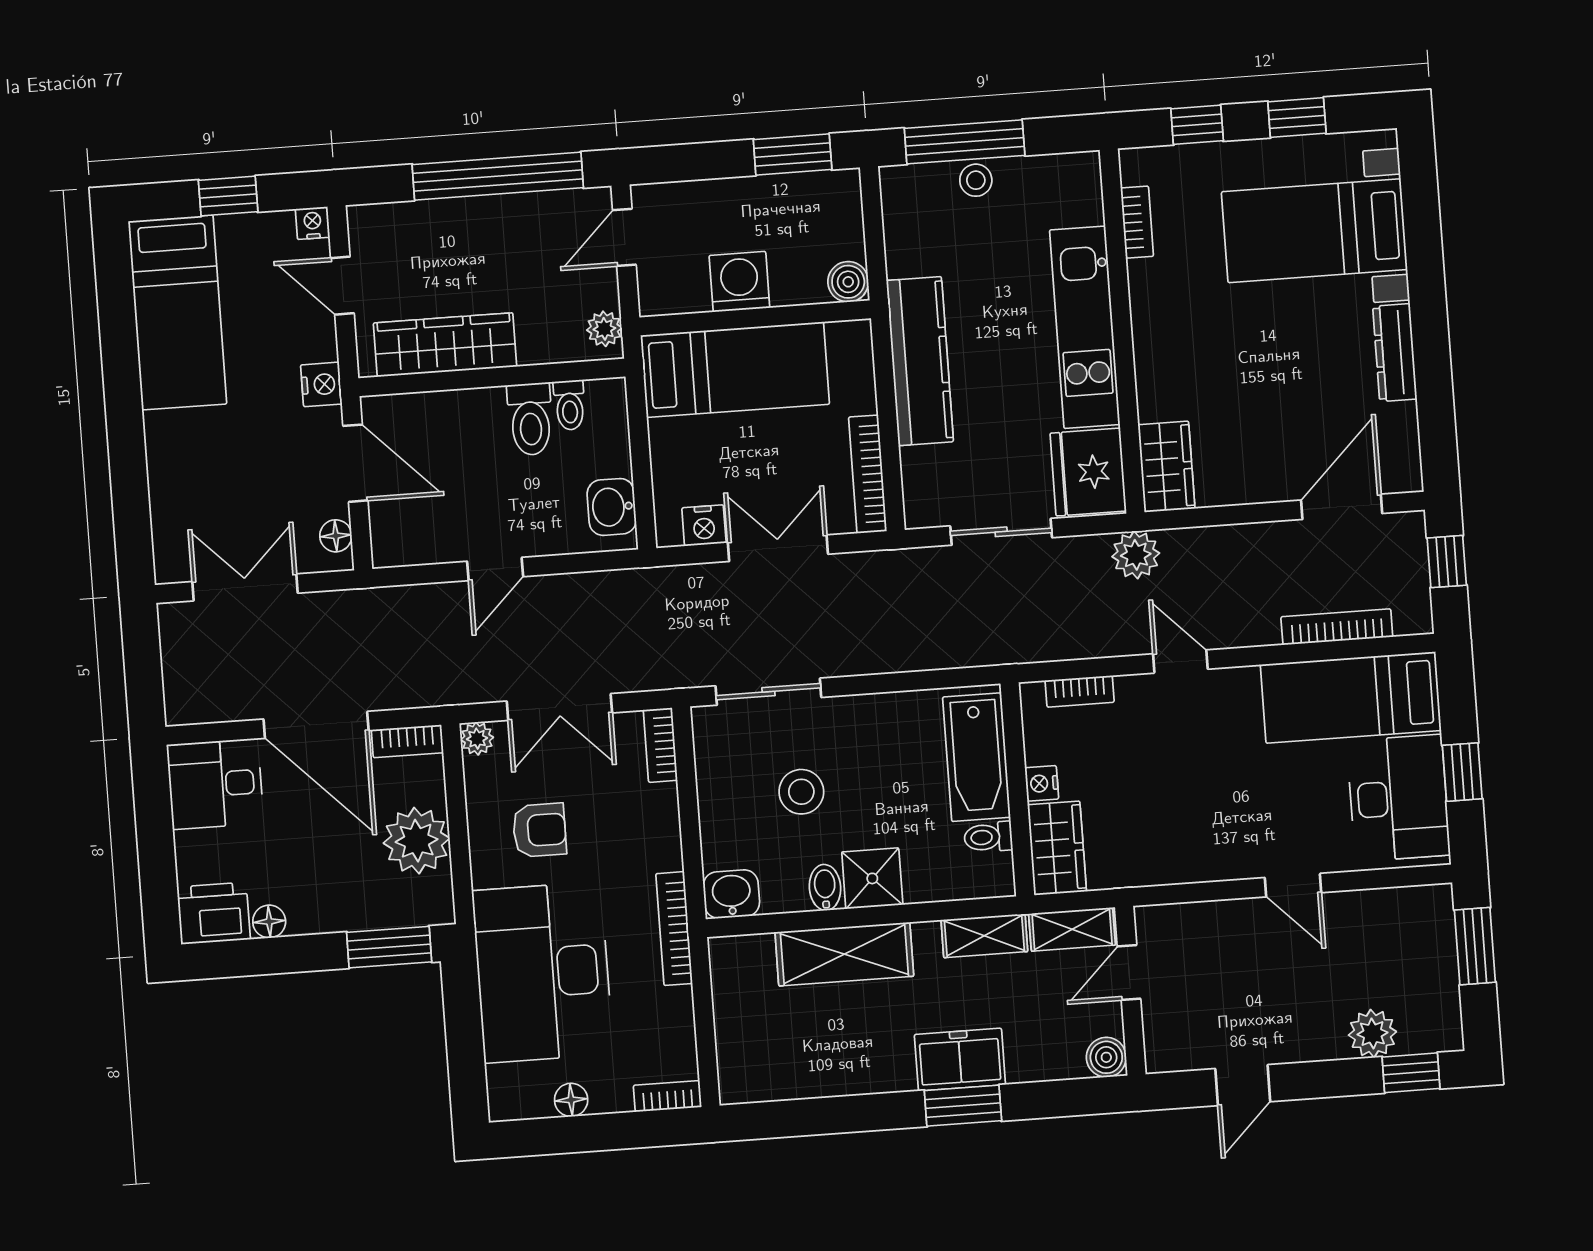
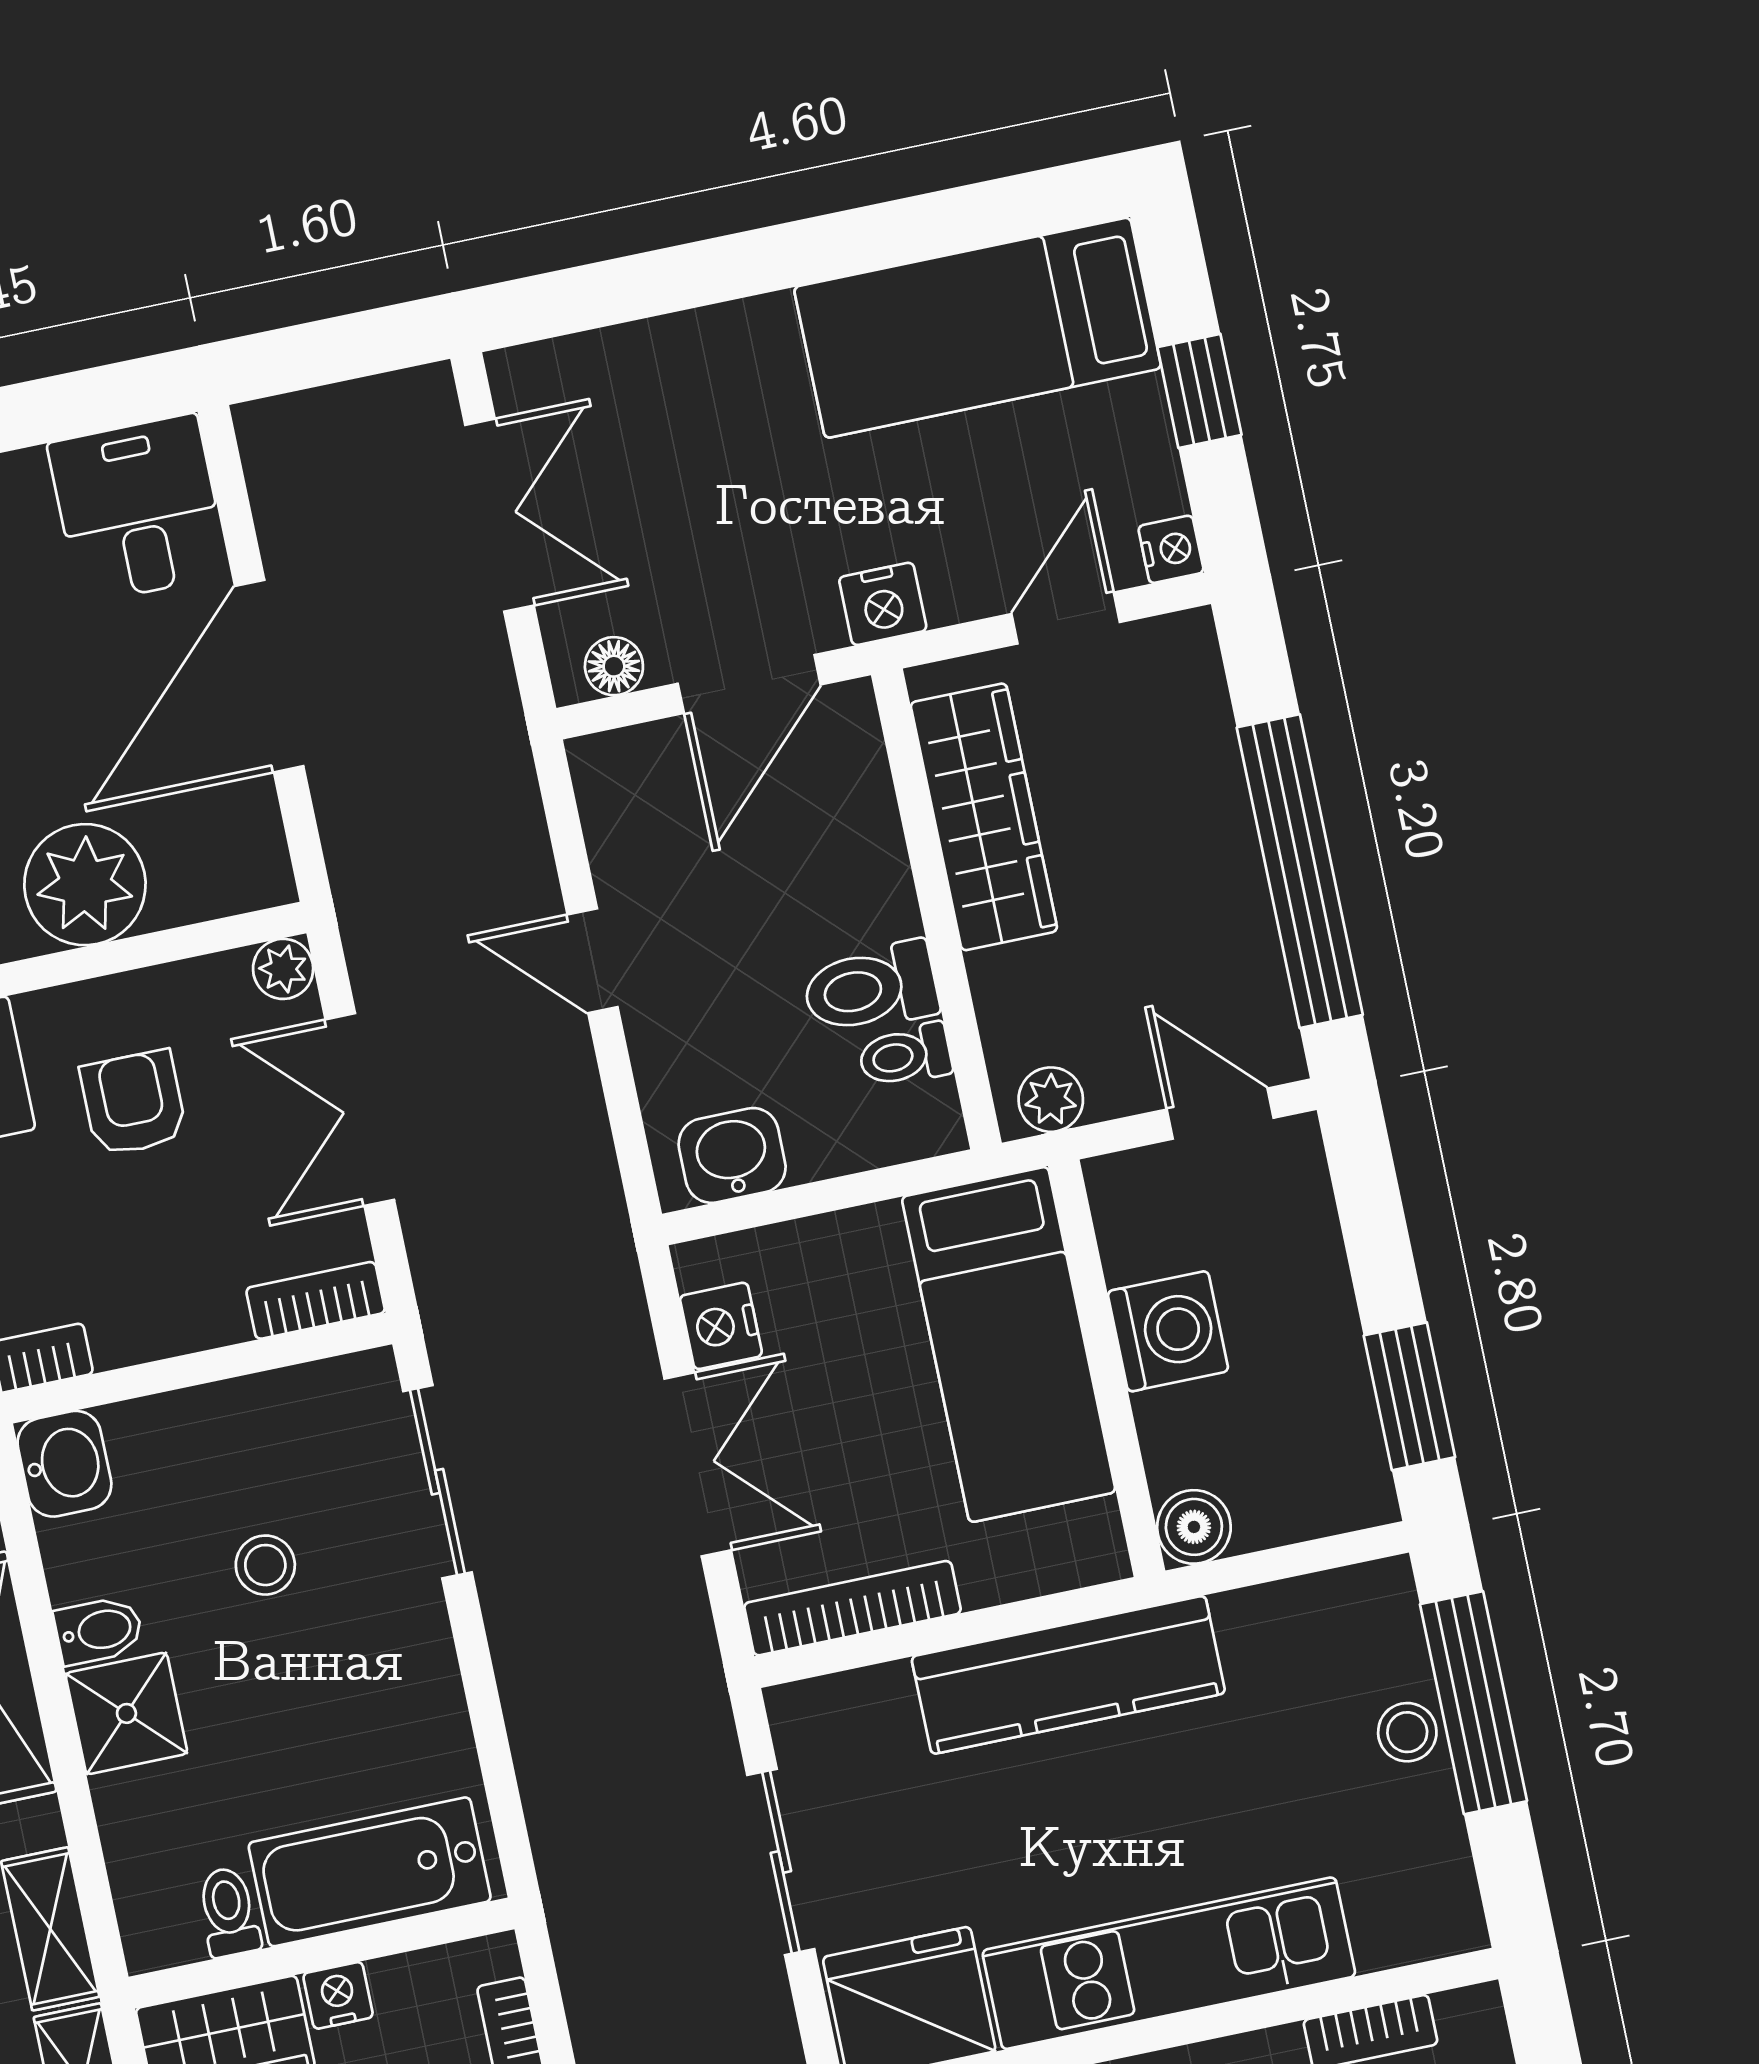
bookcase: (407, 741) -> (262, 844), removed
stool: (801, 792) -> (265, 1565), width x0.73, depth x0.73
armchair: (539, 830) -> (133, 1103), turned 180

